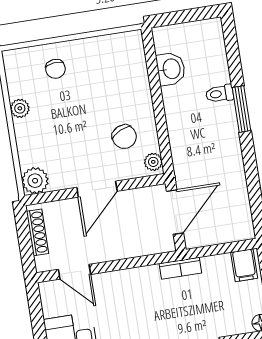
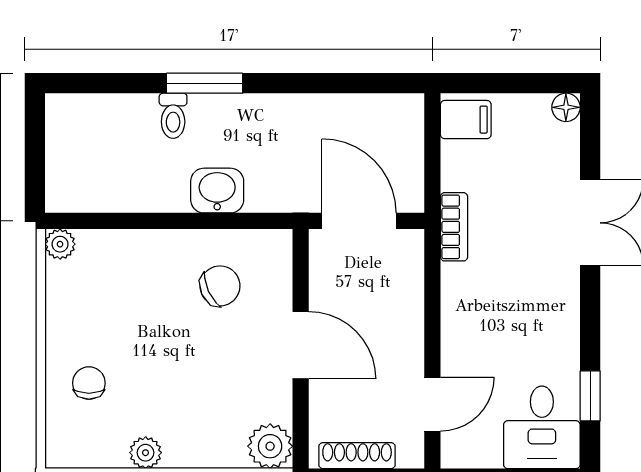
chair: (55, 69) -> (89, 383), turned -84
washbasin: (171, 69) -> (217, 191), moved
plant: (153, 162) -> (60, 244), moved

